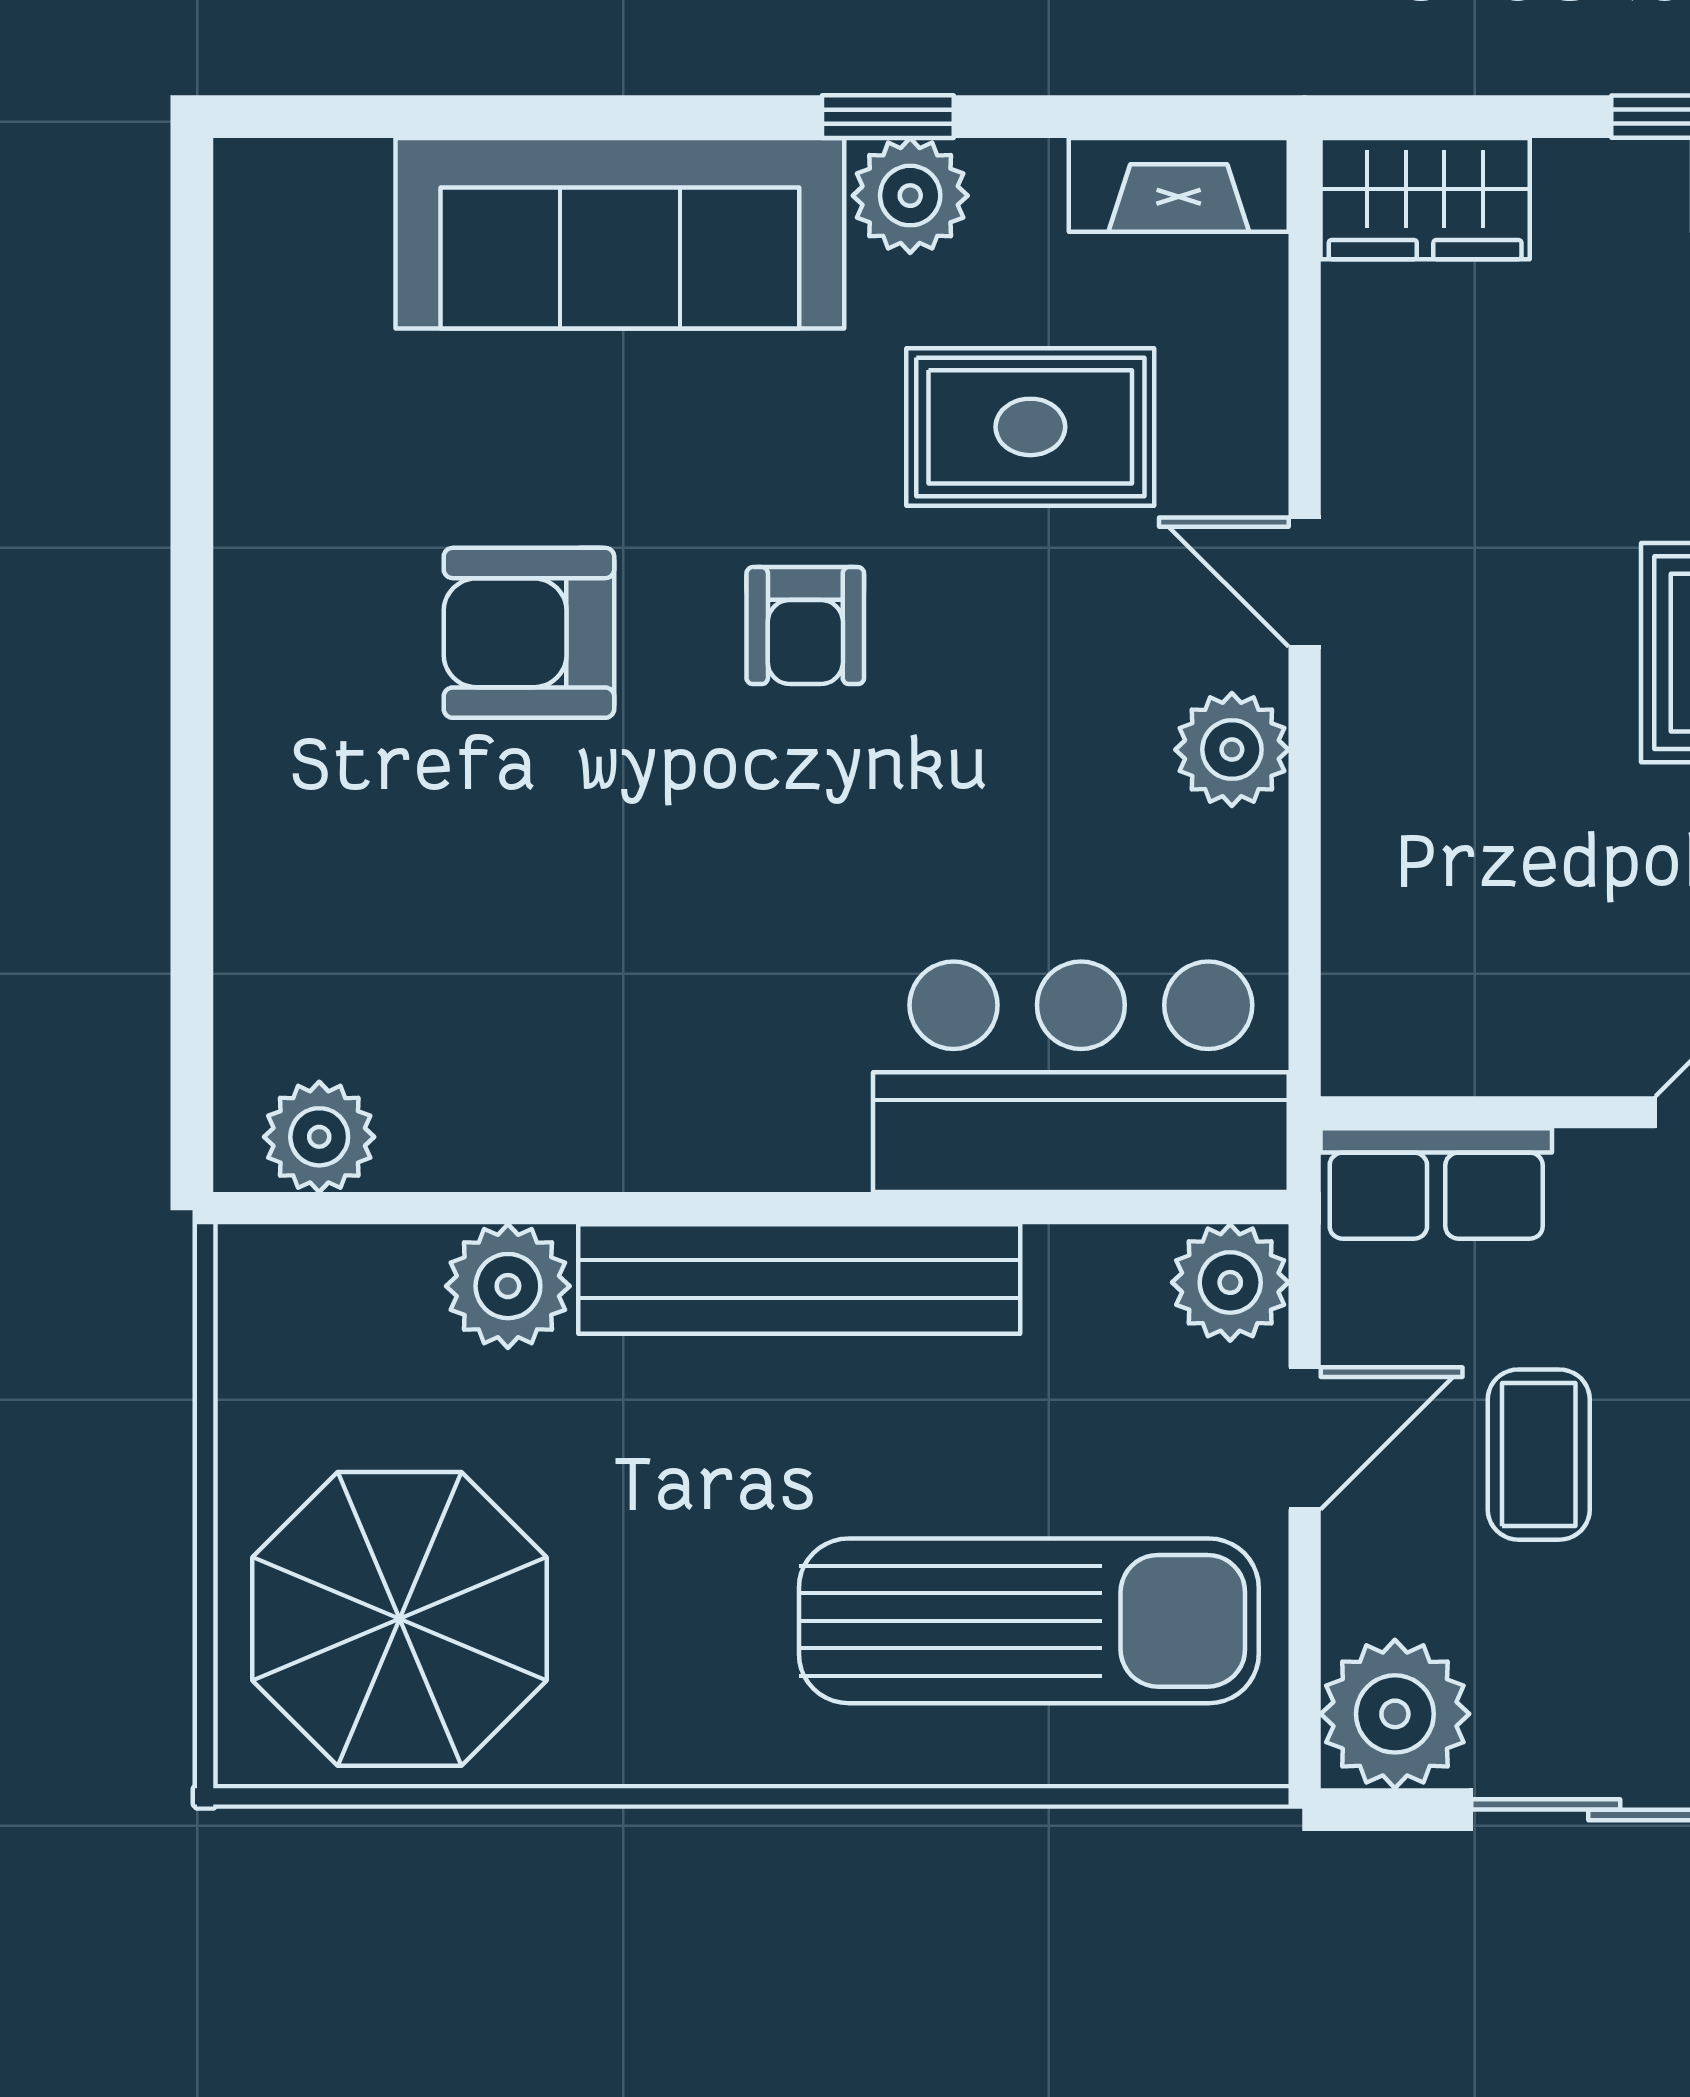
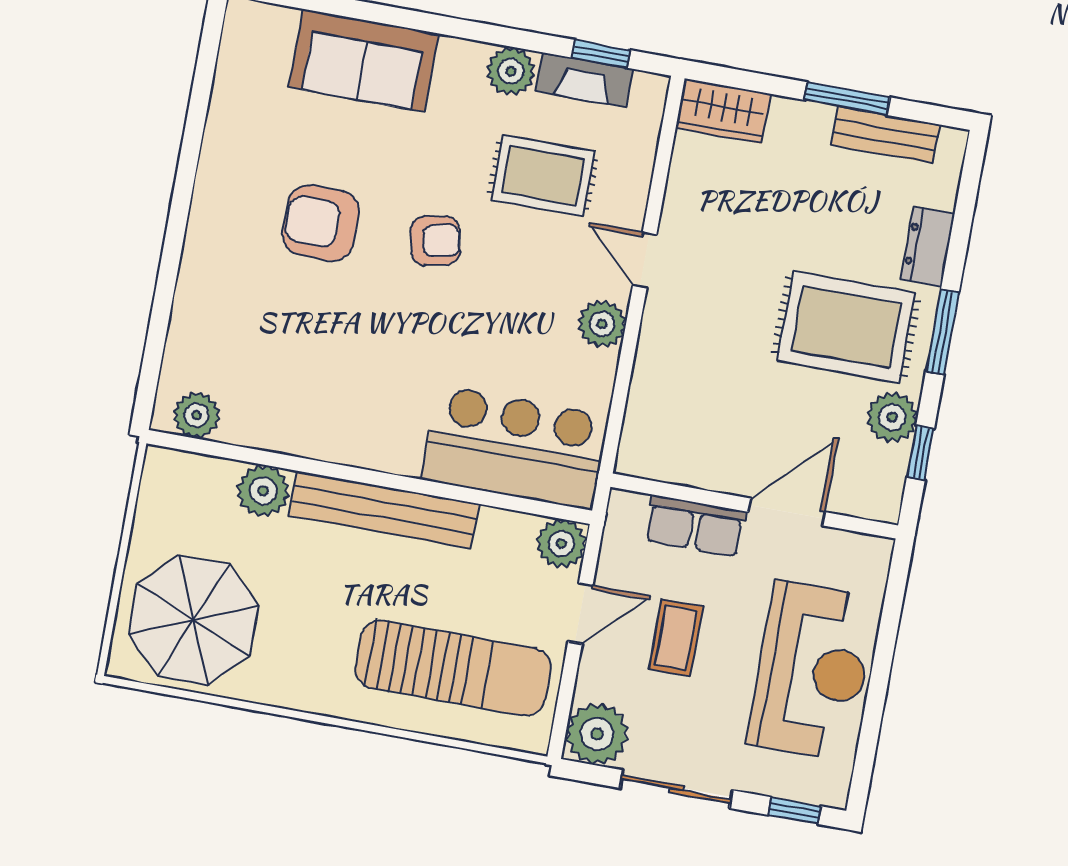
window: (888, 117) -> (601, 54), moved
fireplace: (1179, 185) -> (584, 80), moved
sofa: (620, 233) -> (364, 60), width x0.73
armchair: (805, 626) -> (435, 241), turned -102
row of seats: (1436, 1184) -> (695, 526), moved

